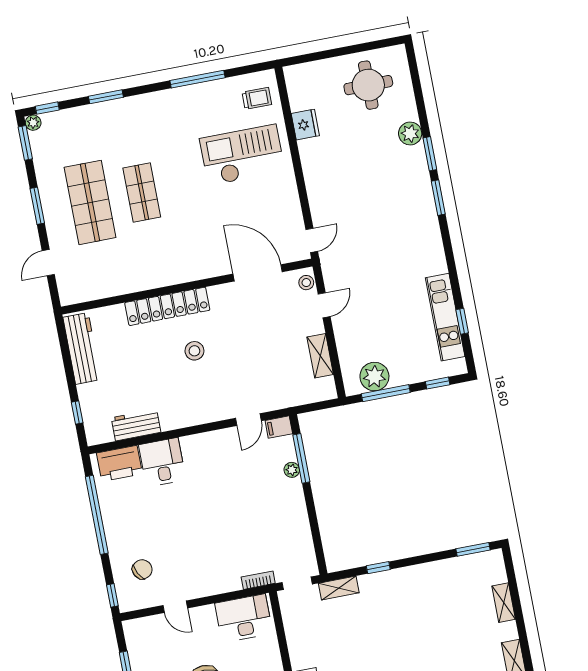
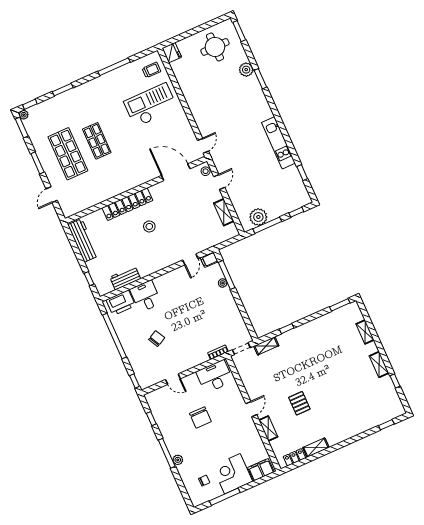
fridge: (305, 125) -> (172, 53), moved
window: (438, 198) -> (239, 31), moved
kitchen unit: (445, 317) -> (278, 143), moved
chair: (142, 569) -> (157, 339), moved

